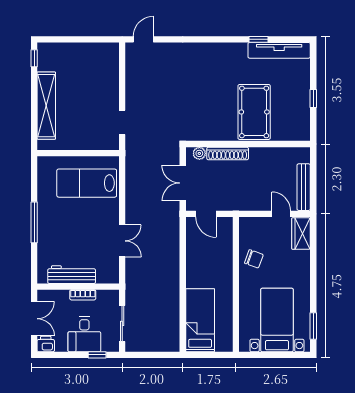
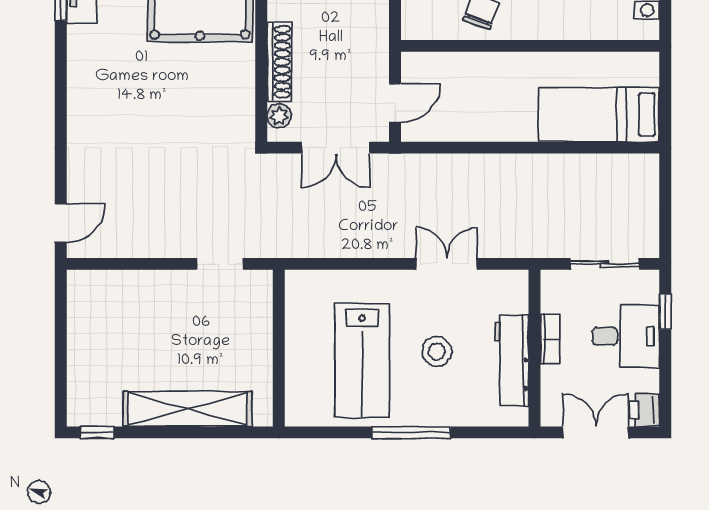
door: (143, 39) -> (61, 223), swing flipped
lab bench: (87, 183) -> (362, 360), moved
stool: (76, 236) -> (437, 351), added

